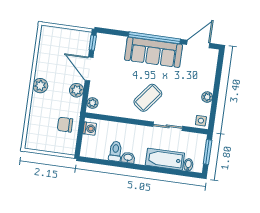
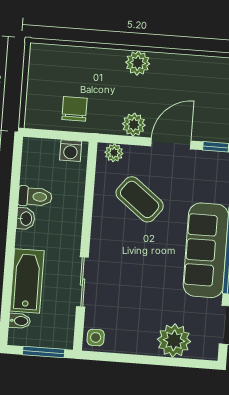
plant: (207, 97) -> (174, 340), moved, width x1.88, depth x1.88
coffee table: (148, 98) -> (140, 199), moved

